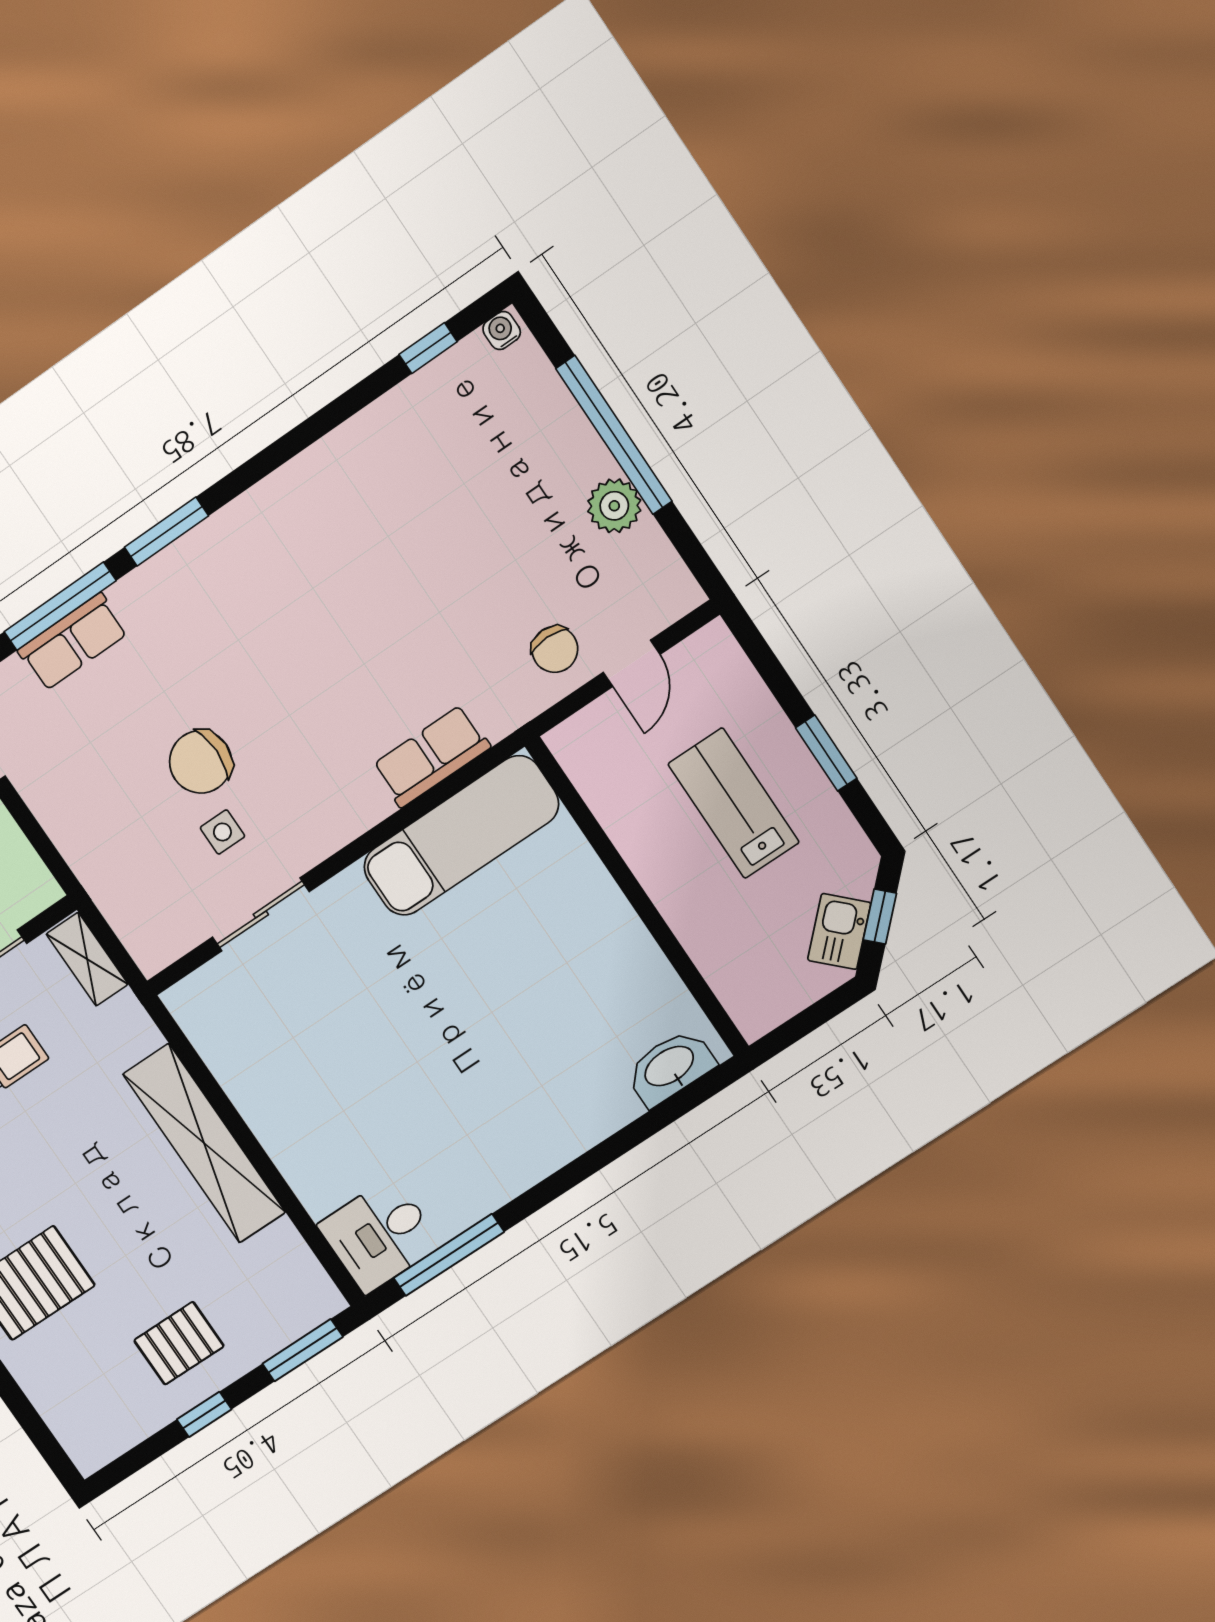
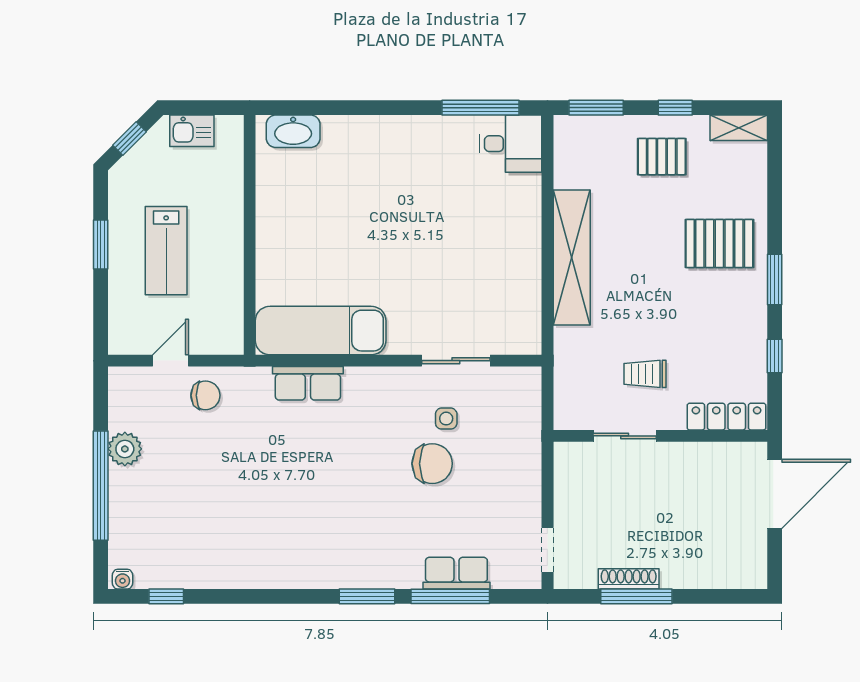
chair: (555, 649) -> (205, 395), turned 90
kitchen sink: (839, 931) -> (192, 131), moved, turned 45
shelving: (87, 959) -> (739, 128), moved, turned 90

